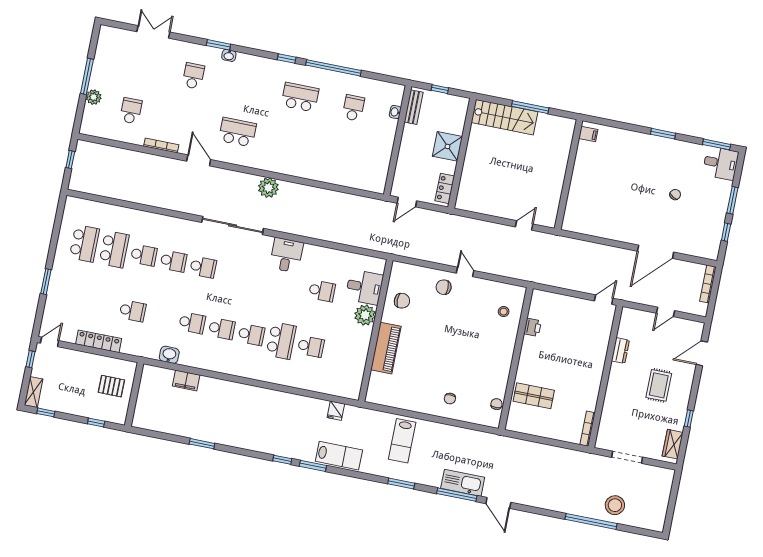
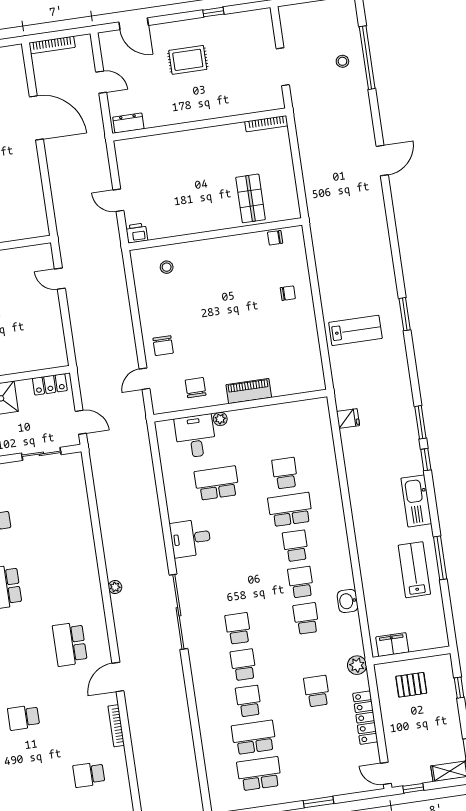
sliding door: (393, 163) -> (41, 454), added
plant: (268, 188) -> (115, 587), width x0.53, depth x0.53
door: (465, 272) -> (144, 379), moved
school desk: (322, 291) -> (217, 483), width x1.85
door: (604, 300) -> (118, 200), moved
plant: (365, 315) -> (220, 419), width x0.53, depth x0.53
printer: (532, 327) -> (137, 233), moved
piano: (386, 348) -> (249, 391), width x0.73, depth x0.75
plant: (142, 349) -> (357, 665), added
dresser: (620, 351) -> (128, 123), moved
washbasin: (169, 355) -> (348, 601), moved
filing cabinet: (186, 381) -> (392, 645), moved, turned -90
pallet: (111, 386) -> (411, 685), turned 90
window: (202, 444) -> (440, 558), width x1.44
wardrobe: (673, 444) -> (249, 20), removed
lab bench: (339, 456) -> (414, 570), moved
kitchen sink: (463, 483) -> (416, 501), moved
window: (457, 495) -> (395, 246), removed
door: (498, 503) -> (382, 161), moved
stool: (615, 505) -> (342, 61), width x0.53, depth x0.53
window: (591, 521) -> (367, 58), moved

